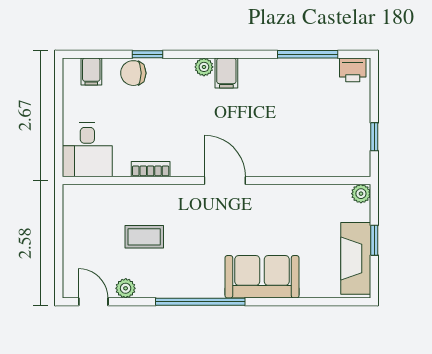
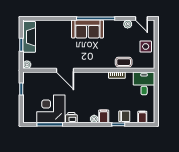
printer: (353, 70) -> (71, 118), moved
filing cabinet: (226, 73) -> (104, 116), moved
corner desk: (305, 91) -> (51, 109), added
door: (225, 180) -> (65, 70), moved
side table: (84, 236) -> (146, 46), added
coffee table: (144, 237) -> (124, 62), moved
sofa: (262, 277) -> (87, 29), moved

